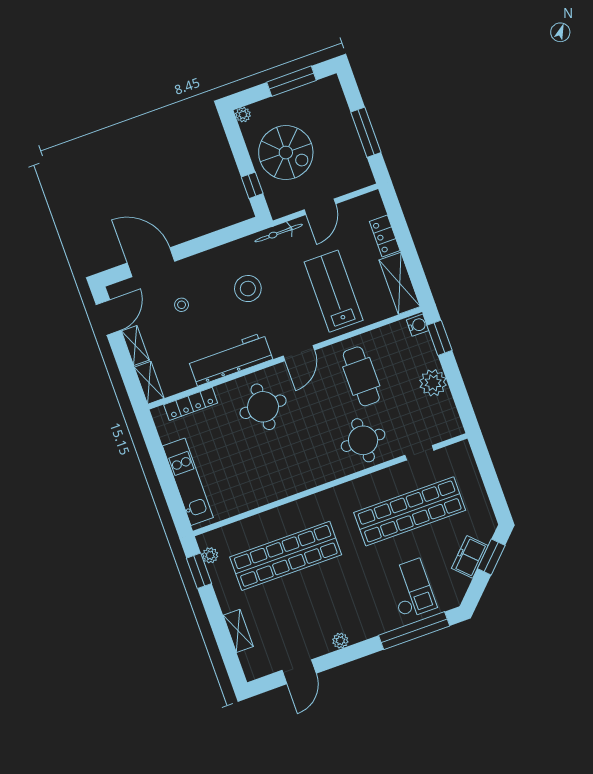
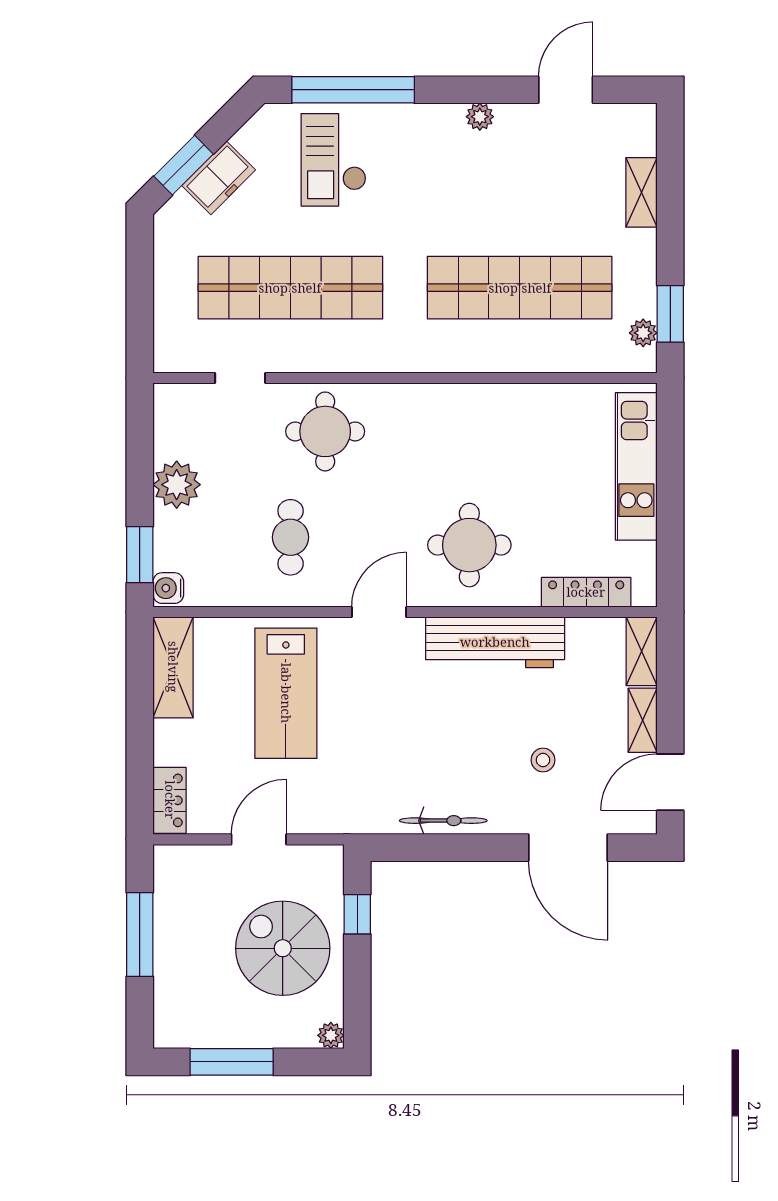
bicycle: (279, 233) -> (443, 821), moved
locker: (385, 236) -> (170, 800), moved
stool: (248, 289) -> (425, 748), removed
cafe table: (361, 376) -> (291, 537), width x0.73, depth x0.74

